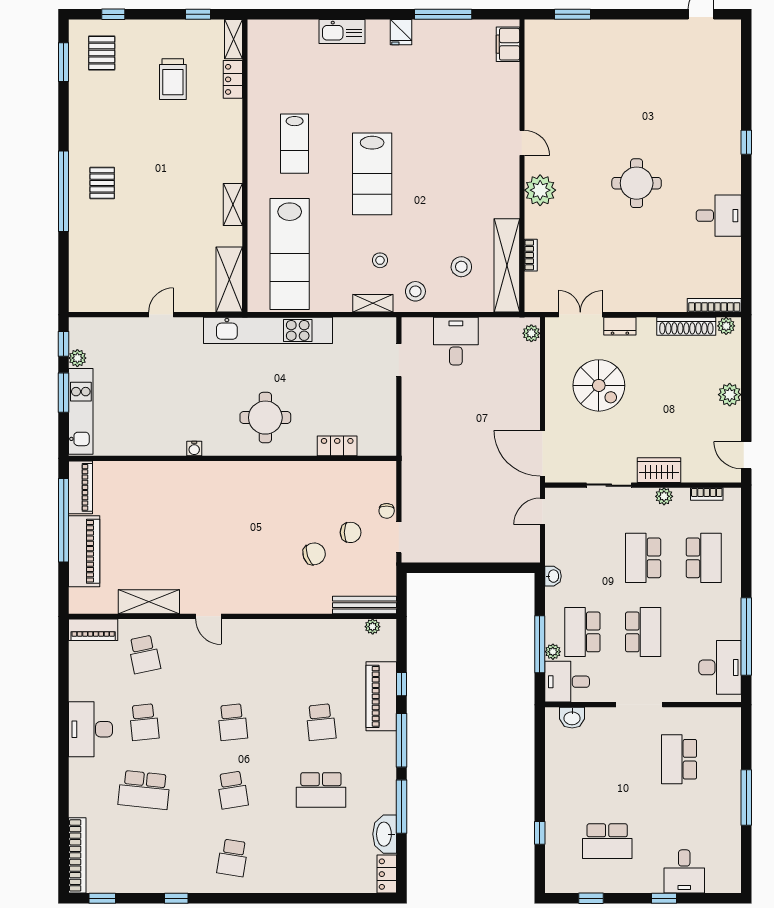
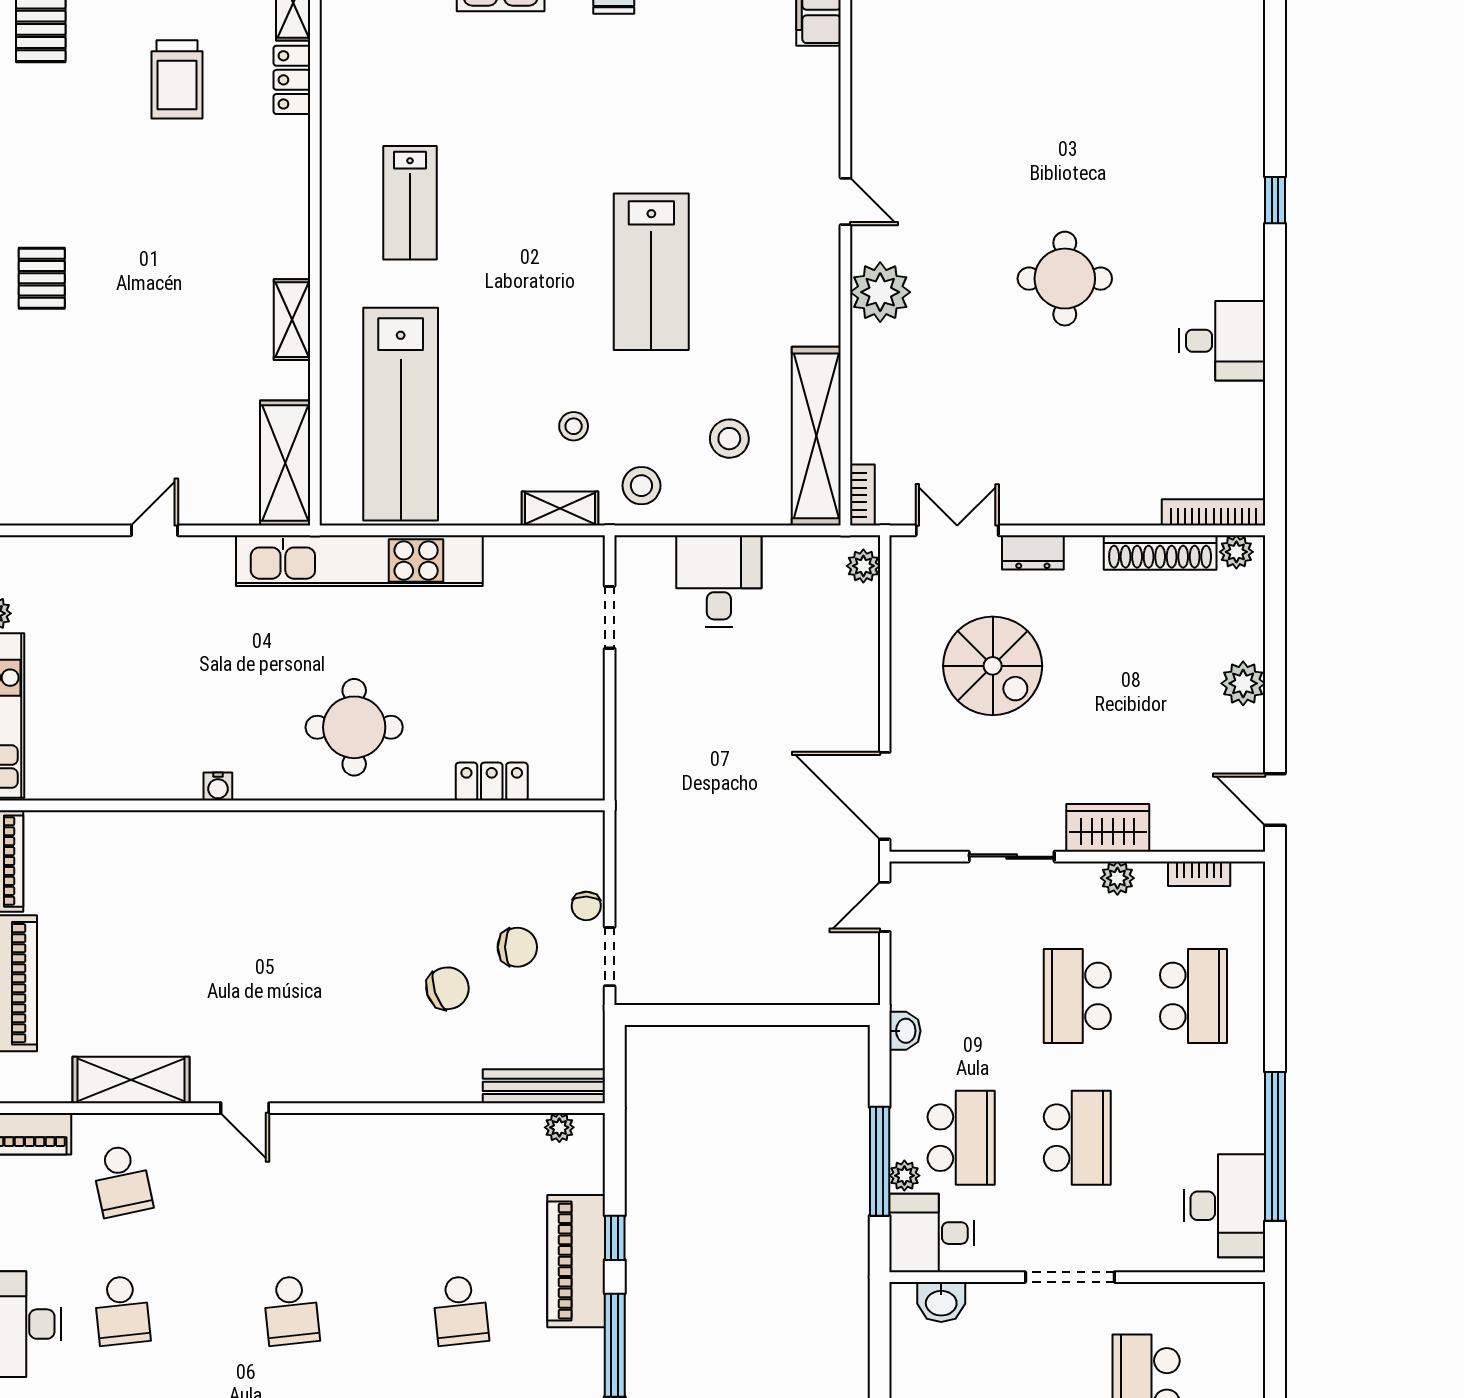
lab bench: (372, 174) -> (651, 272), moved
bookcase: (531, 255) -> (862, 495), moved
school desk: (582, 632) -> (961, 1138), turned 180

